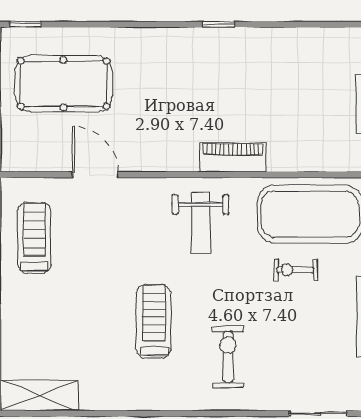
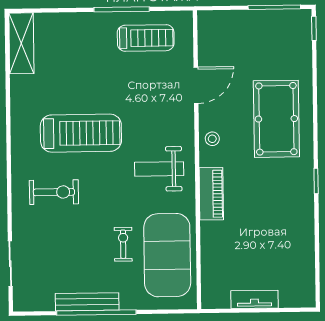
pool table: (64, 84) -> (276, 119), moved
stool: (163, 155) -> (212, 139), added
treadmill: (154, 322) -> (81, 133), width x1.37, depth x1.38

